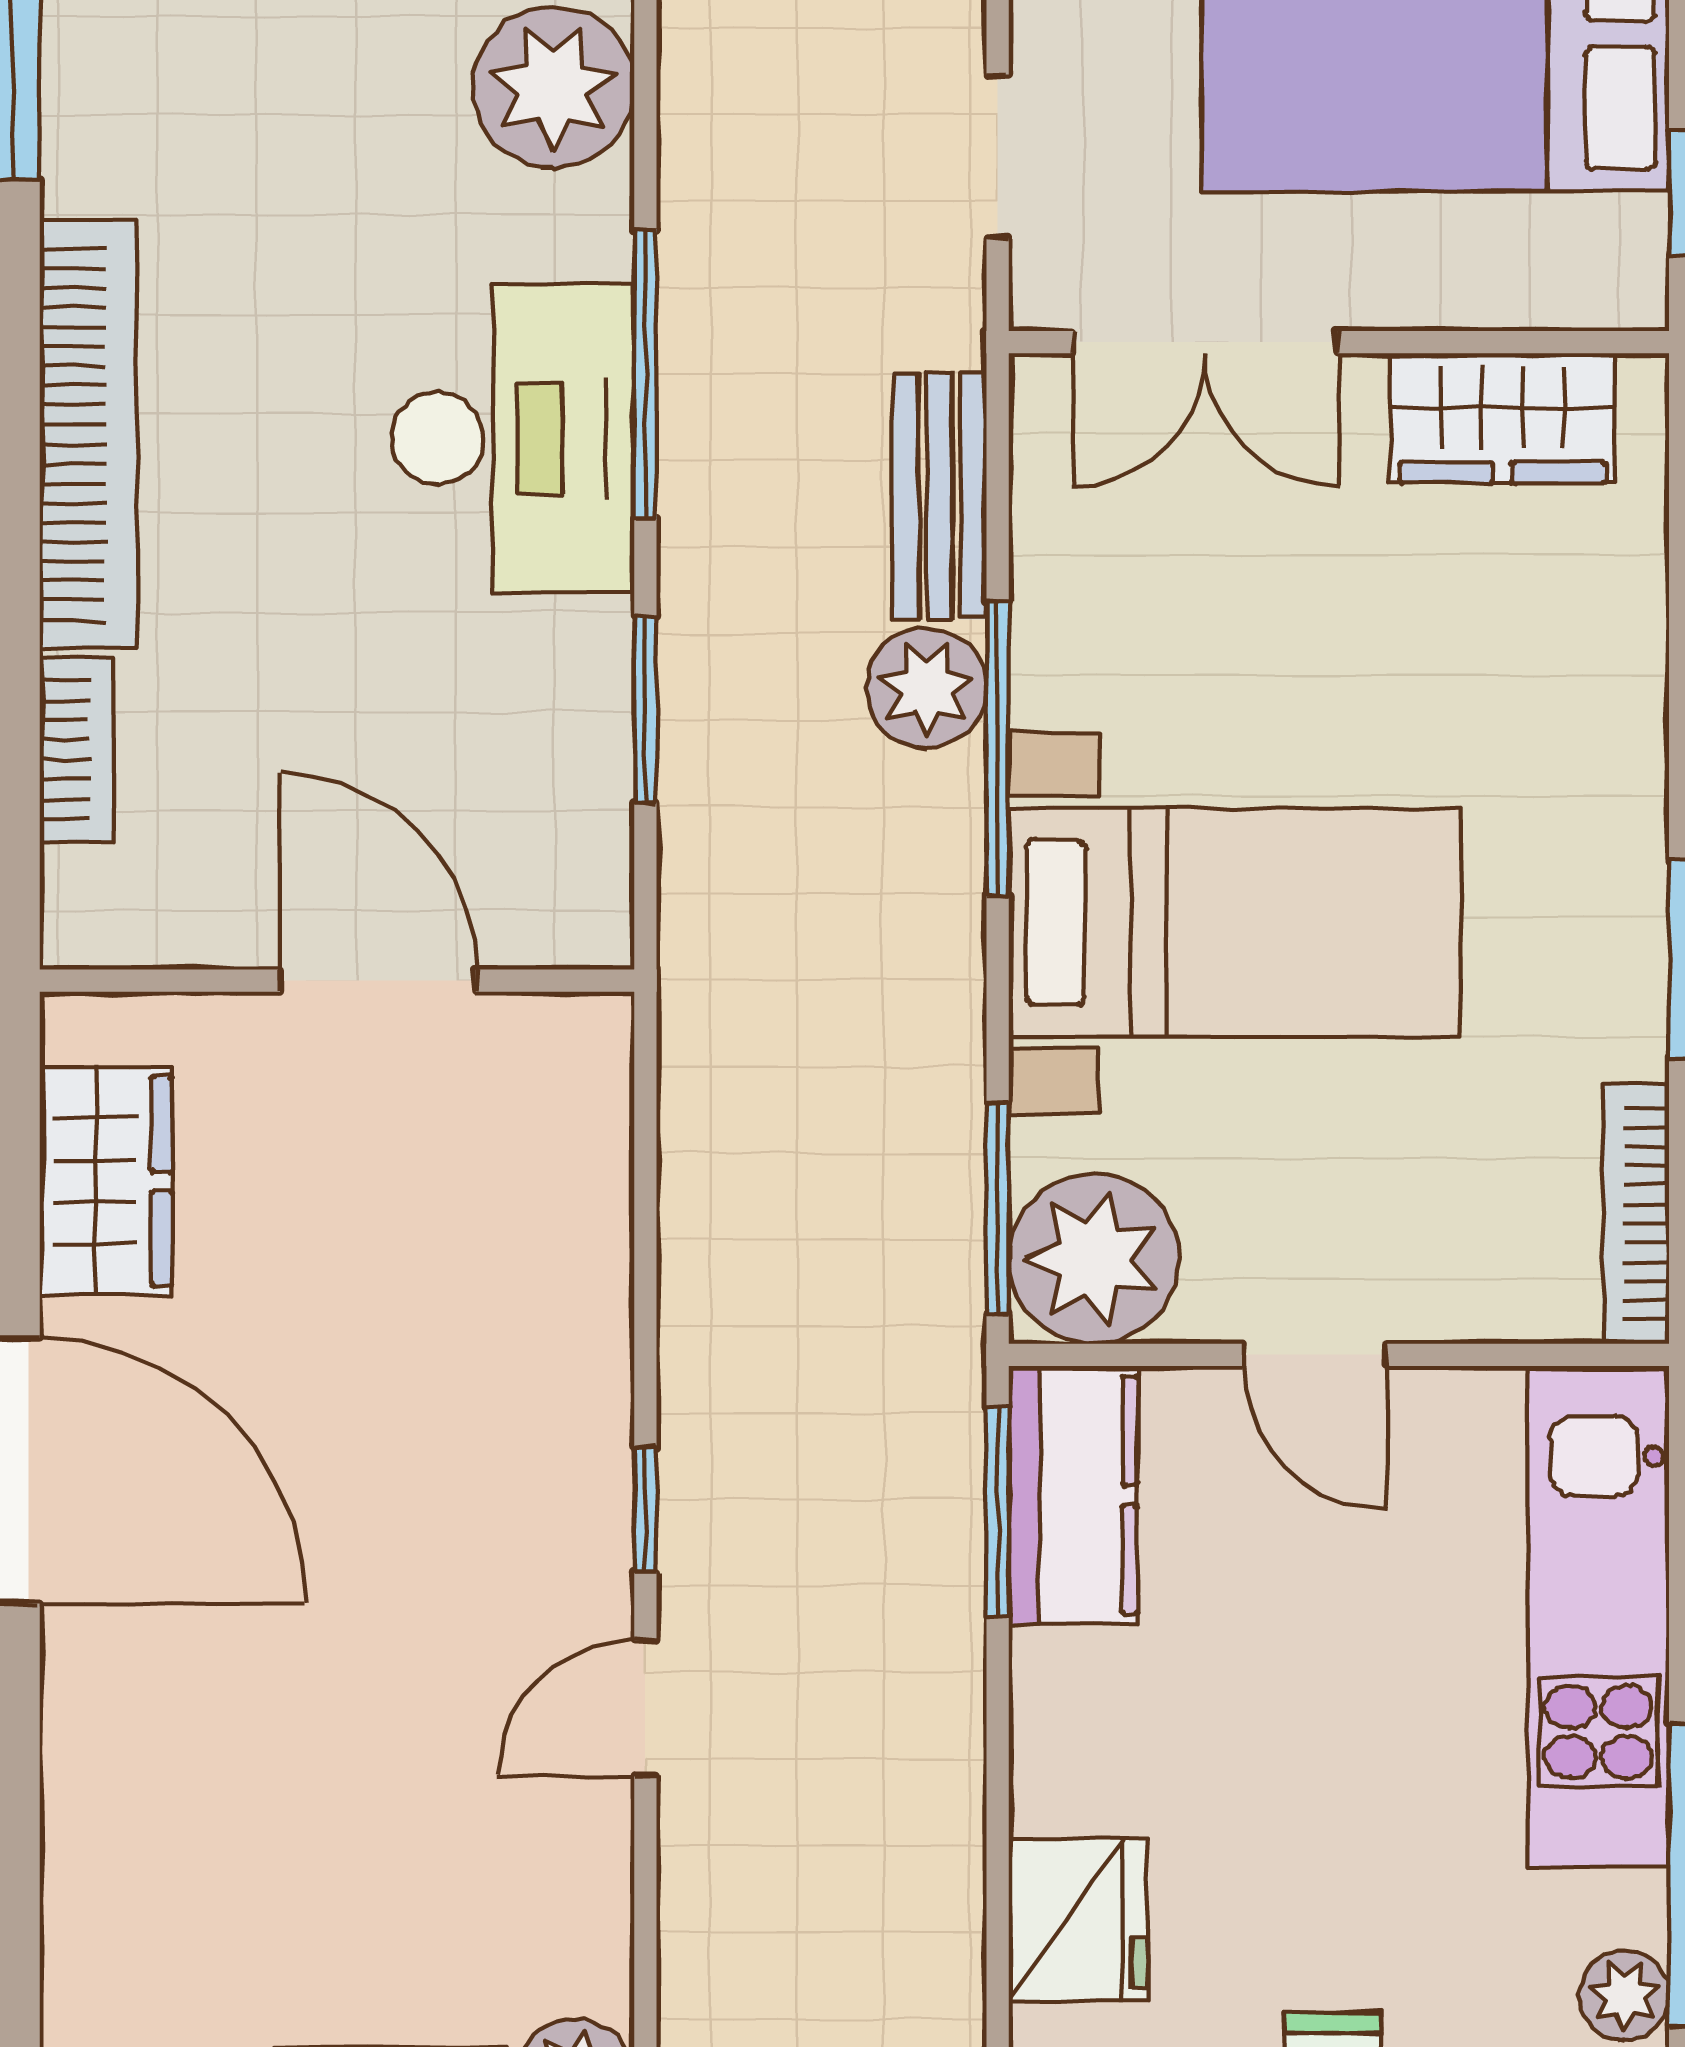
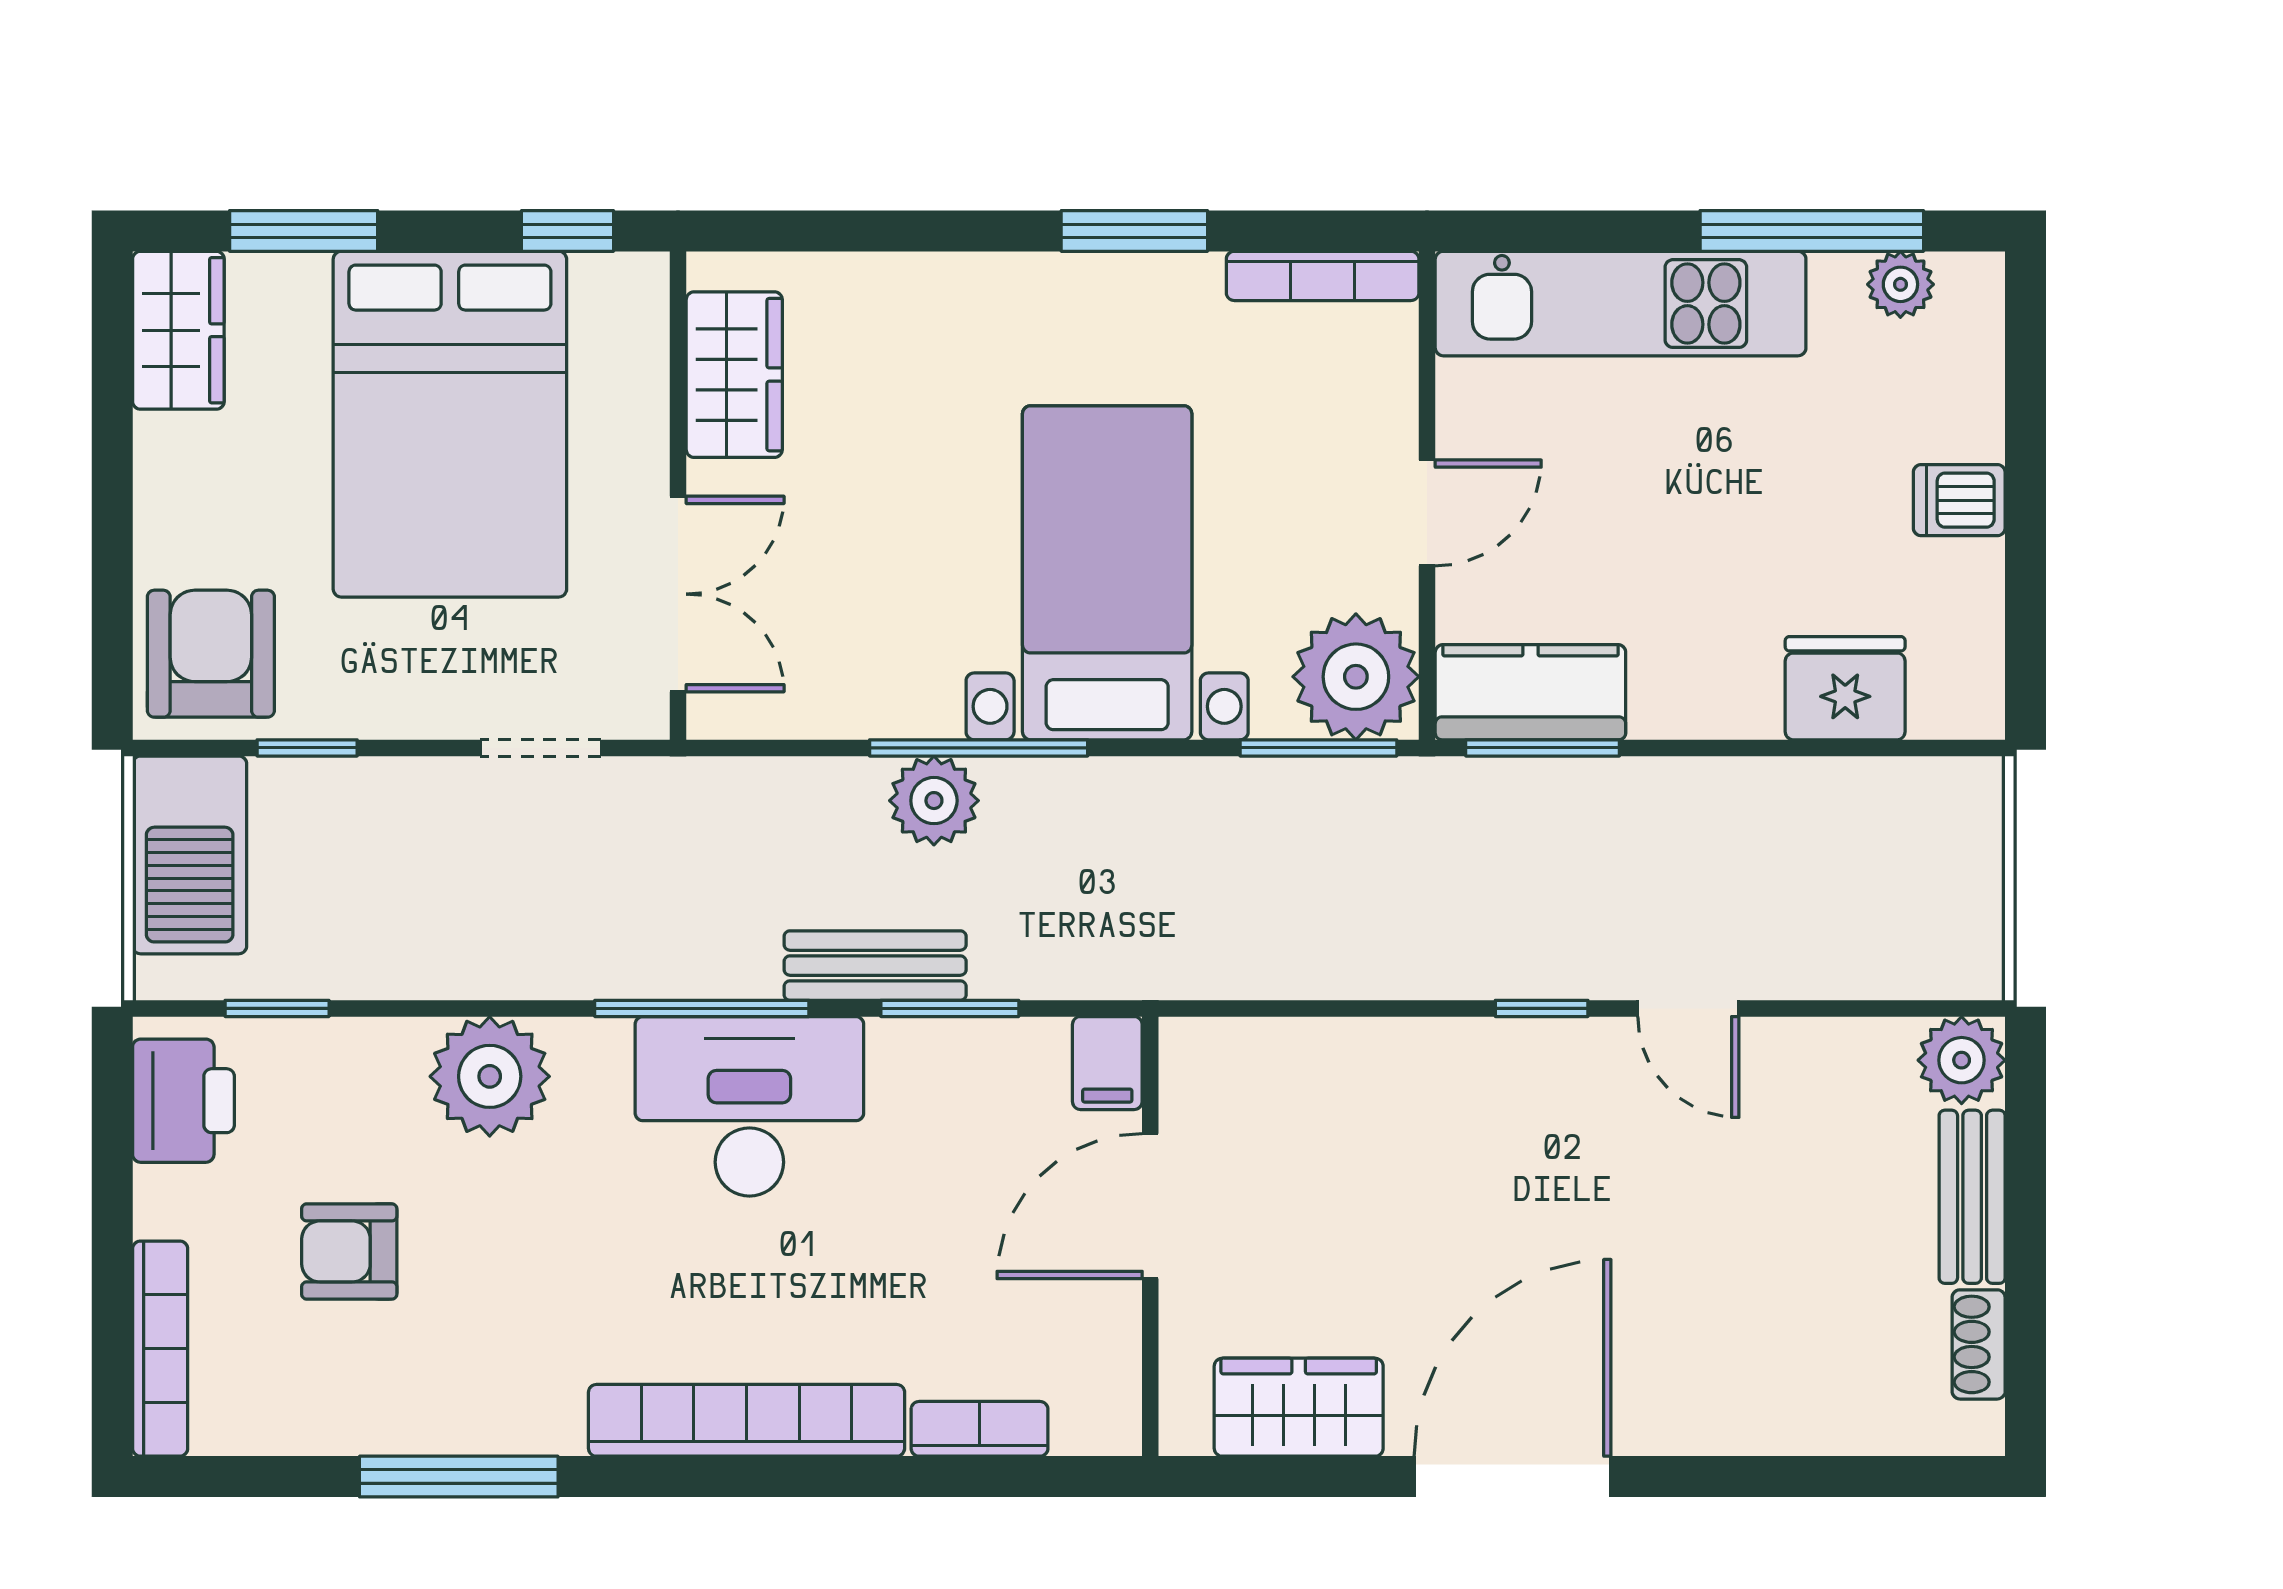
bench: (940, 496) -> (875, 966), moved
filing cabinet: (571, 922) -> (1107, 1063), added

